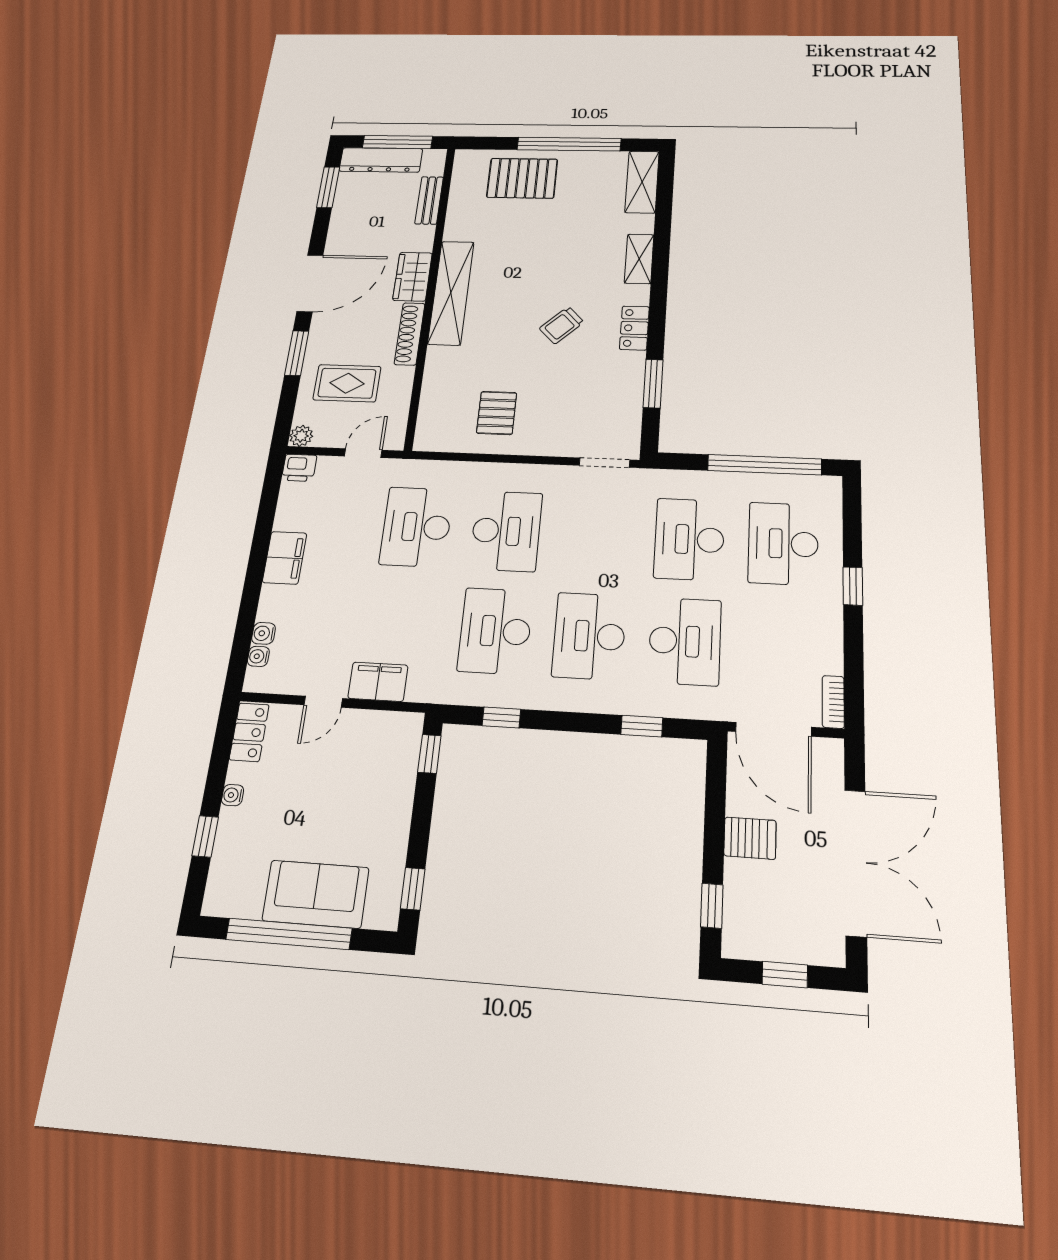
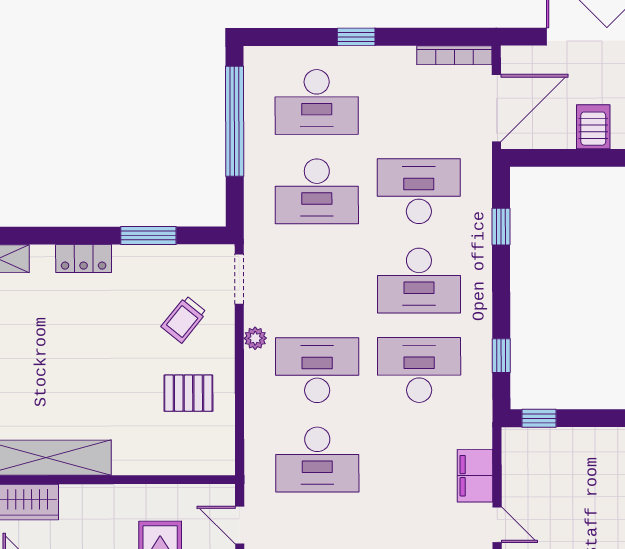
trolley: (562, 325) -> (184, 319), moved, turned 83
shoe rack: (410, 334) -> (99, 496), removed
plant: (544, 475) -> (255, 338), added
desk: (495, 631) -> (419, 370), turned 180
bookcase: (833, 702) -> (454, 55), width x1.56

